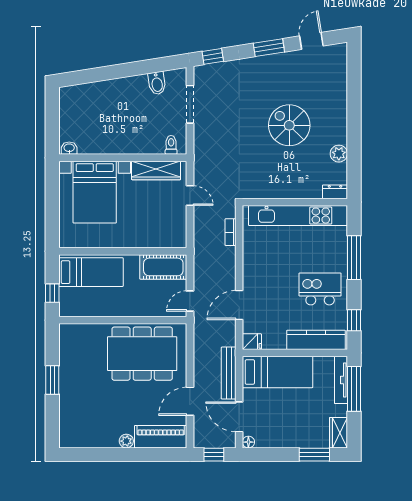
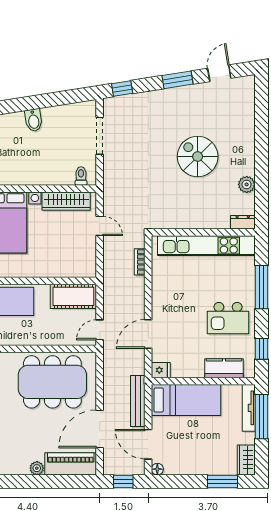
bidet: (157, 83) -> (34, 120), moved
kitchen island: (320, 289) -> (228, 318), turned 180
kitchen counter: (316, 340) -> (224, 368), width x0.67
door: (190, 401) -> (100, 429), width x1.36

